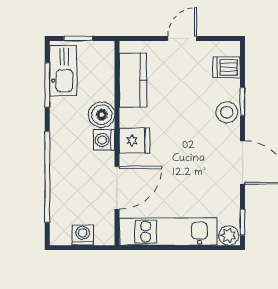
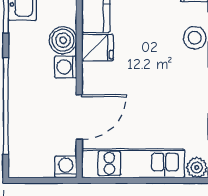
fridge: (134, 141) -> (97, 48), moved
washing machine: (83, 235) -> (66, 167), moved

